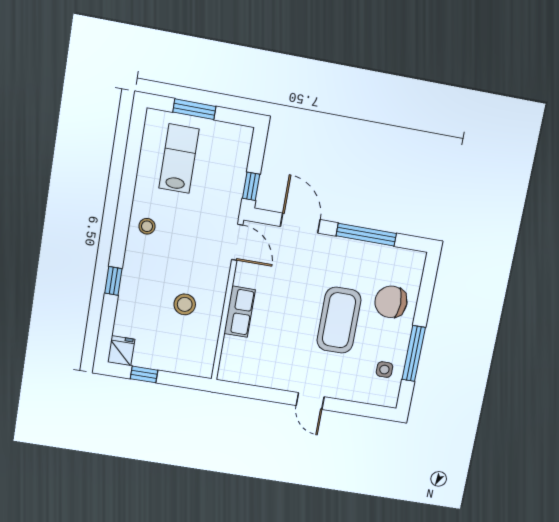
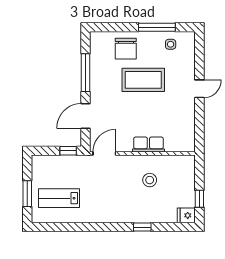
stool: (147, 226) -> (104, 211), removed

